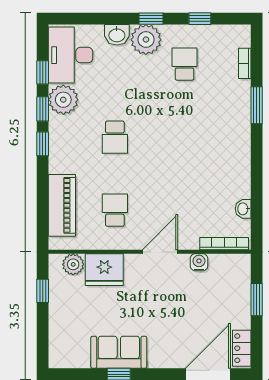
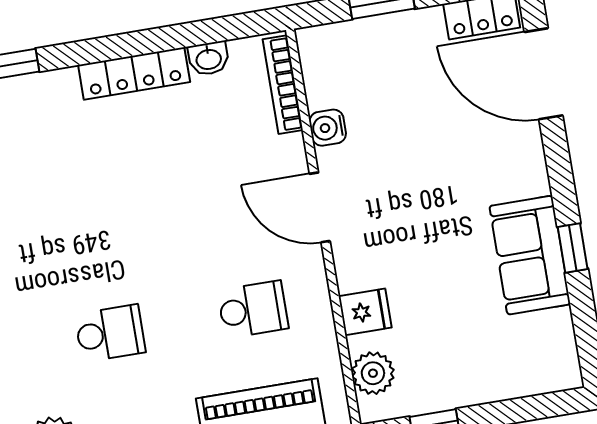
locker: (242, 171) -> (134, 73), added
school desk: (115, 210) -> (253, 309), turned 180
fridge: (104, 270) -> (365, 312), width x0.53, depth x0.75

